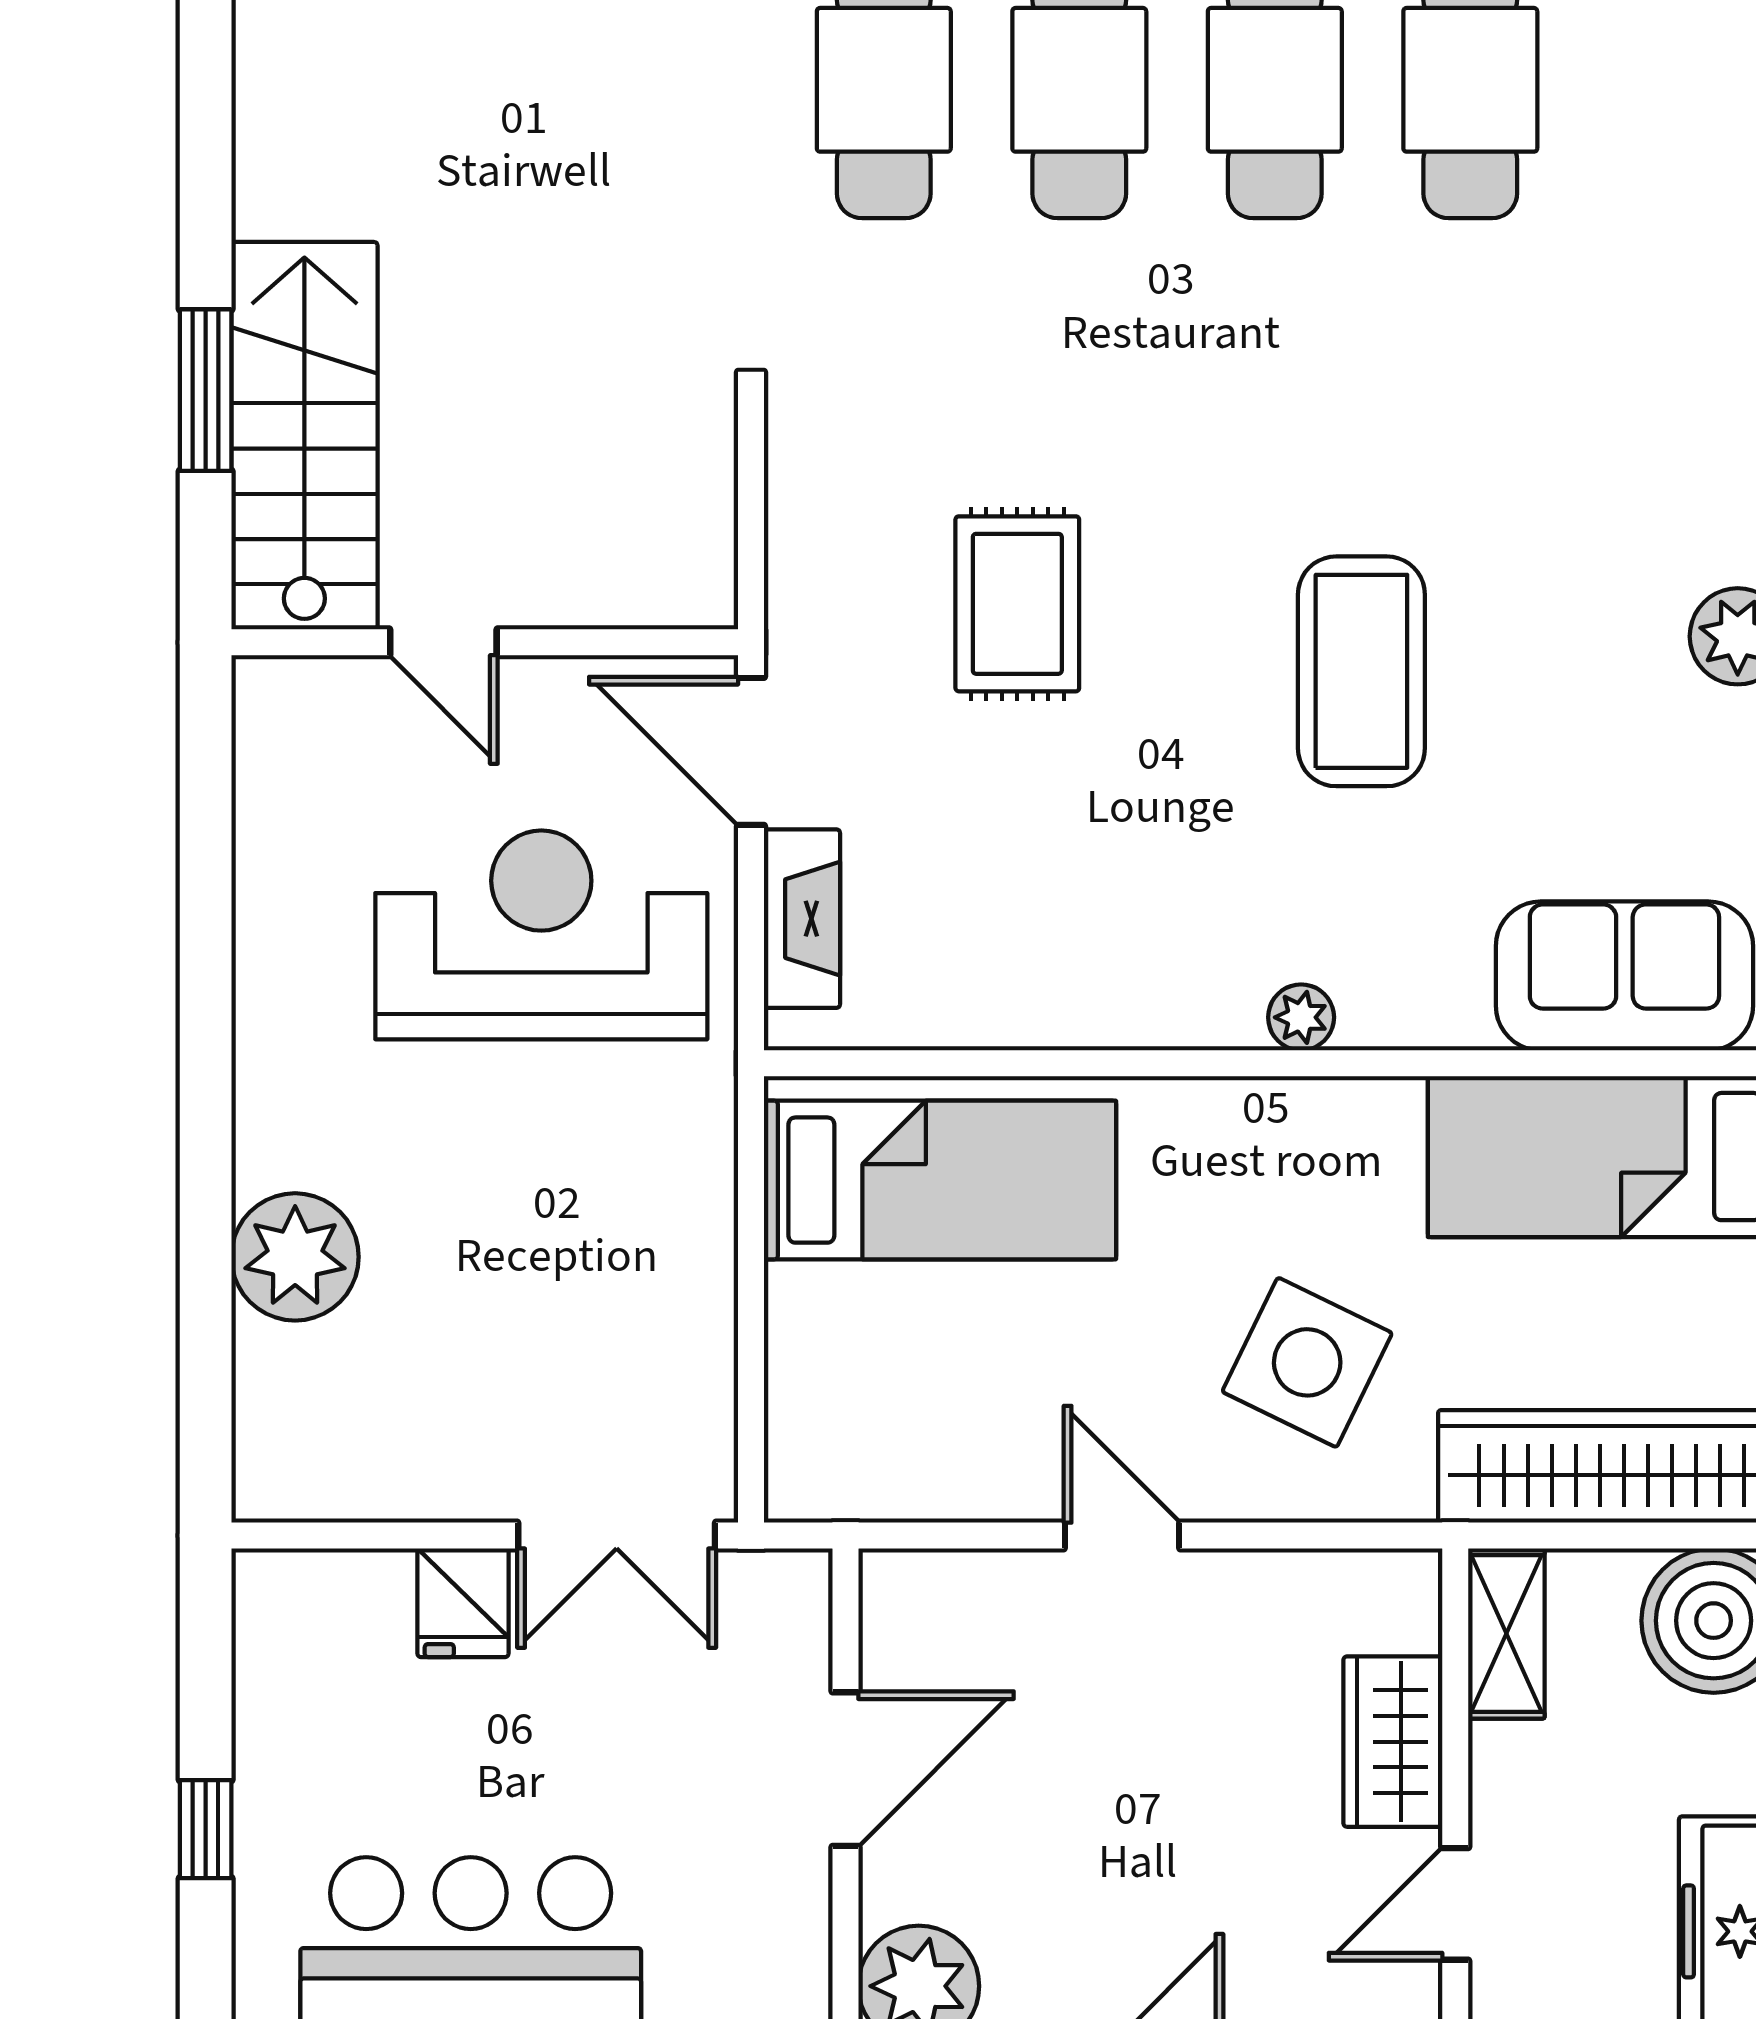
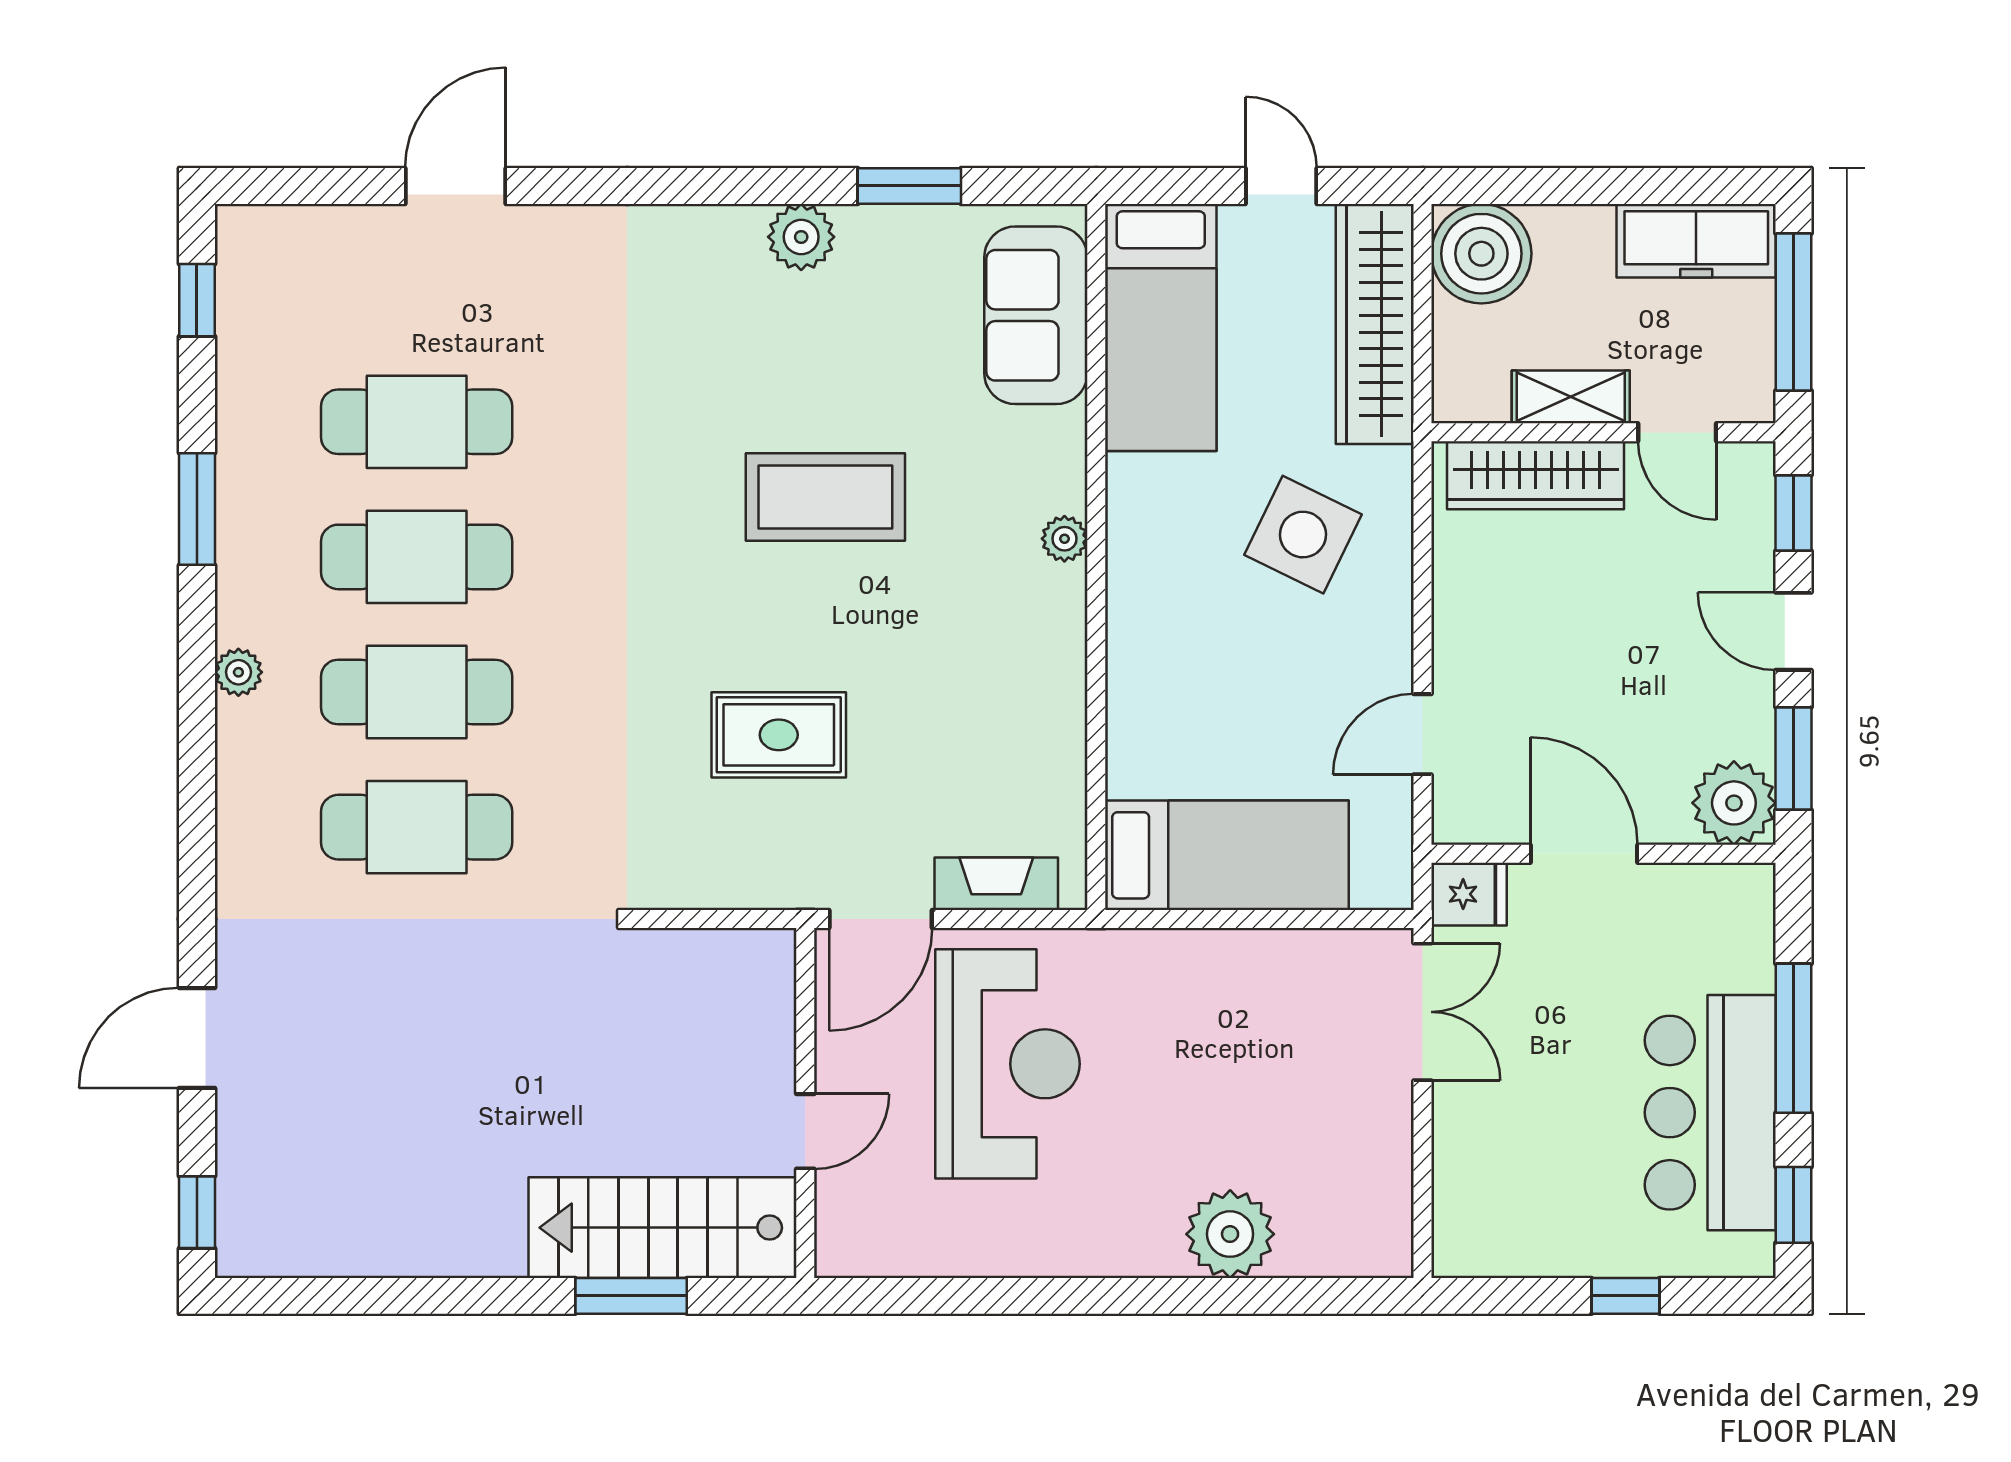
reception desk: (541, 935) -> (1007, 1064), turned 180
bed: (940, 1180) -> (1227, 855), moved, turned 90
door: (1122, 1536) -> (1423, 734), moved
fridge: (463, 1603) -> (1469, 894), moved
shelving: (1506, 1634) -> (1571, 397), moved
wardrobe: (1393, 1742) -> (1536, 475), width x1.50

